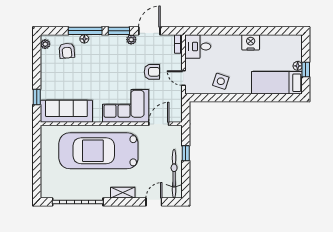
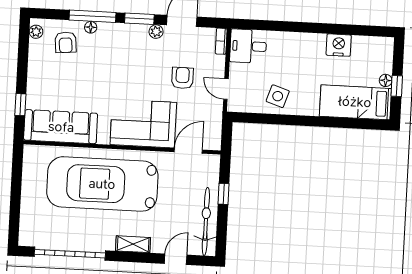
nightstand: (251, 42) -> (339, 45), moved
armchair: (152, 72) -> (182, 78), turned -90

